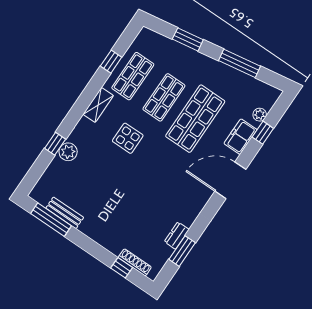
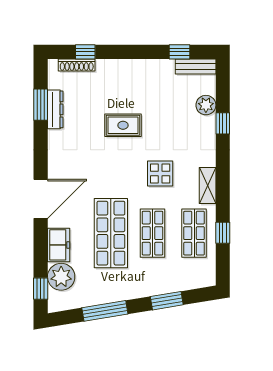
plant: (260, 115) -> (61, 277), width x1.87, depth x1.87
window: (263, 133) -> (41, 289), moved
plant: (68, 152) -> (206, 105), moved
rug: (131, 193) -> (123, 125), added
bench: (65, 213) -> (196, 66), moved
window: (51, 220) -> (179, 52), width x0.46
dresser: (177, 236) -> (55, 109), width x1.44

